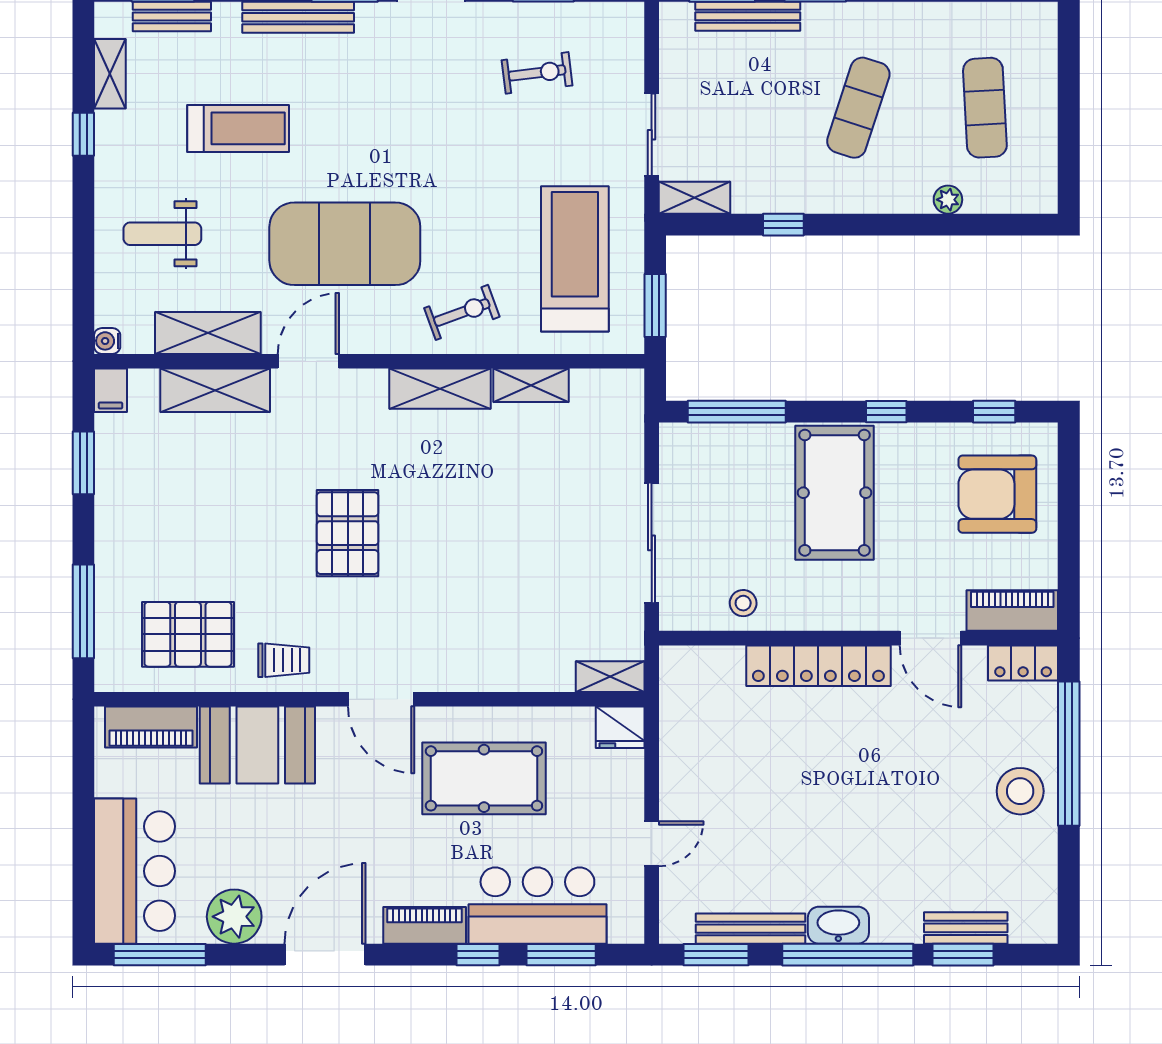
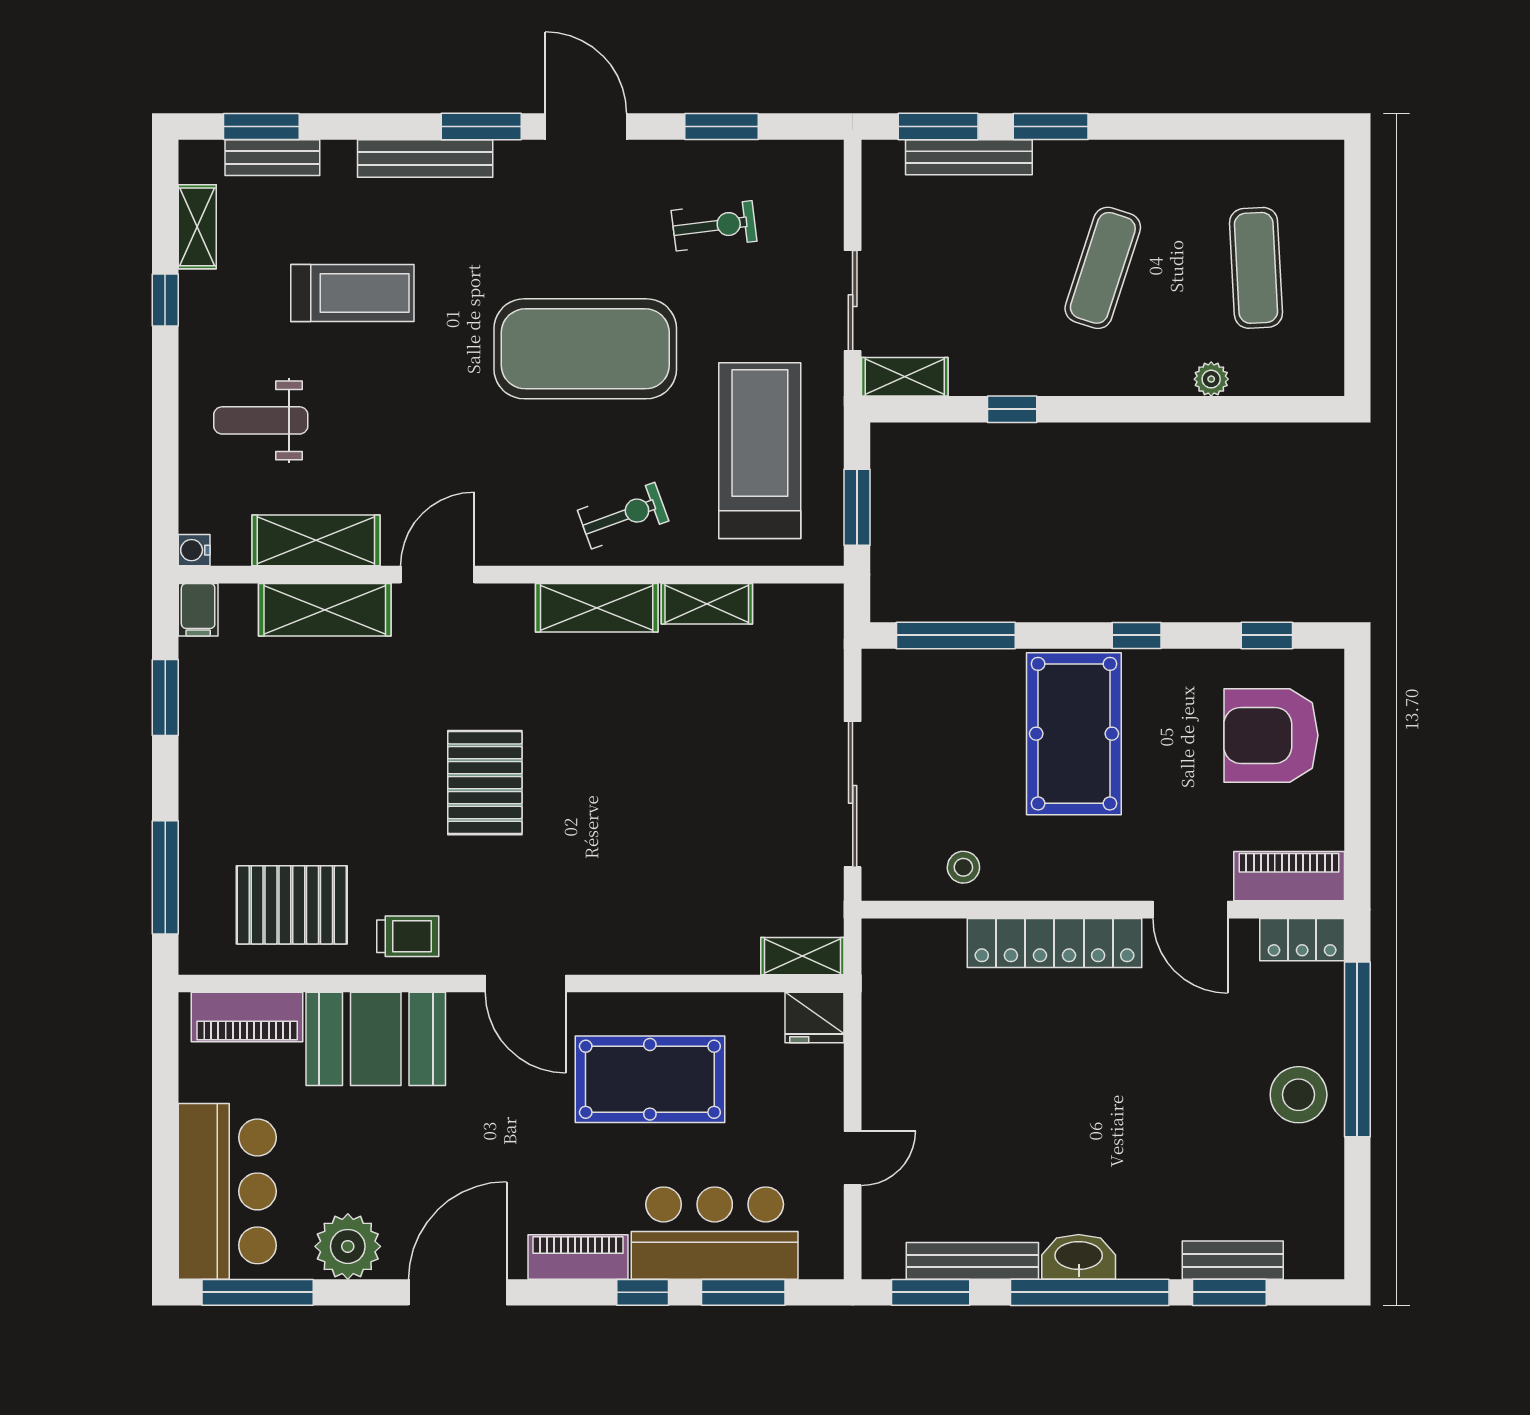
exercise mat: (345, 244) -> (585, 349), moved

